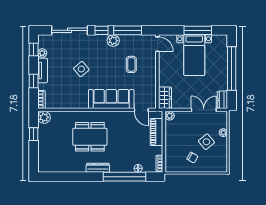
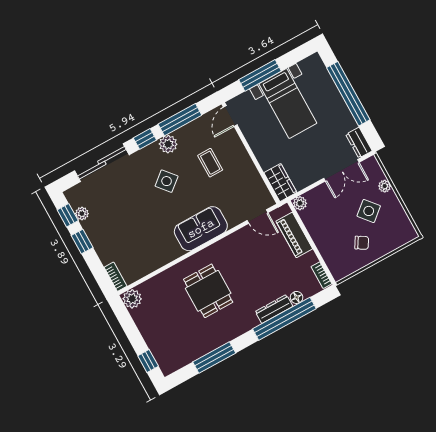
window: (198, 30) -> (260, 75), moved
door: (157, 44) -> (230, 116), swing flipped
side table: (81, 69) -> (167, 181), moved
tv unit: (43, 71) -> (95, 237), removed
window: (34, 81) -> (82, 242), moved
sofa: (111, 99) -> (201, 229), width x0.73
double door: (204, 110) -> (341, 170), swing flipped
window: (34, 134) -> (148, 361), moved
dining table: (90, 137) -> (208, 291), width x0.73
dresser: (98, 168) -> (274, 309), moved
window: (72, 177) -> (214, 358), added

